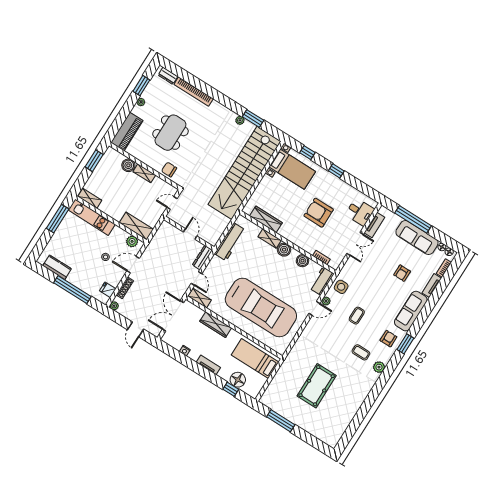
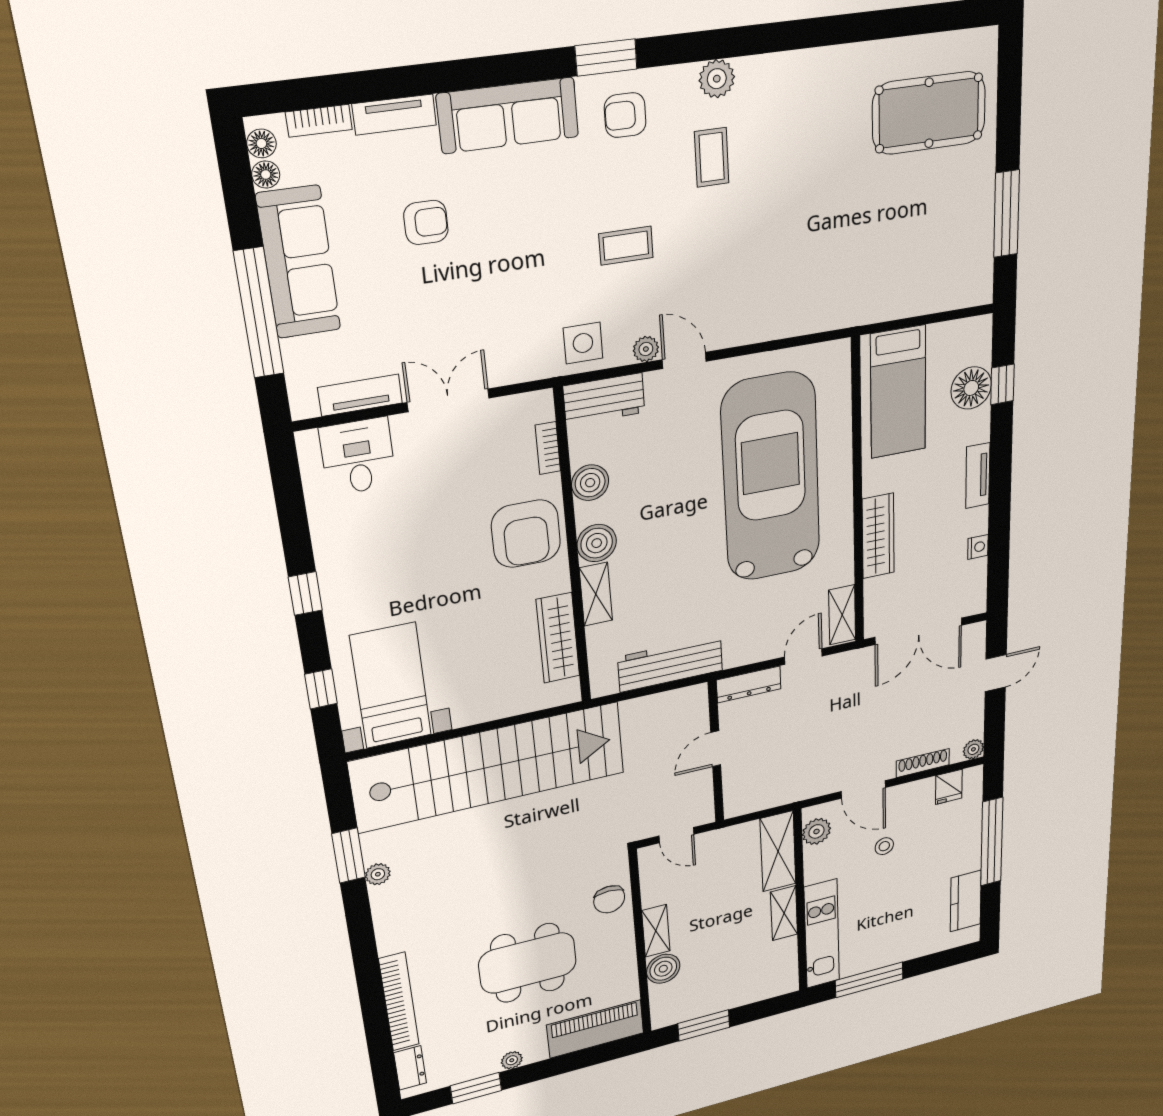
shelving: (90, 198) -> (784, 913), moved
armchair: (319, 213) -> (526, 534), moved
pool table: (317, 386) -> (929, 113), moved

